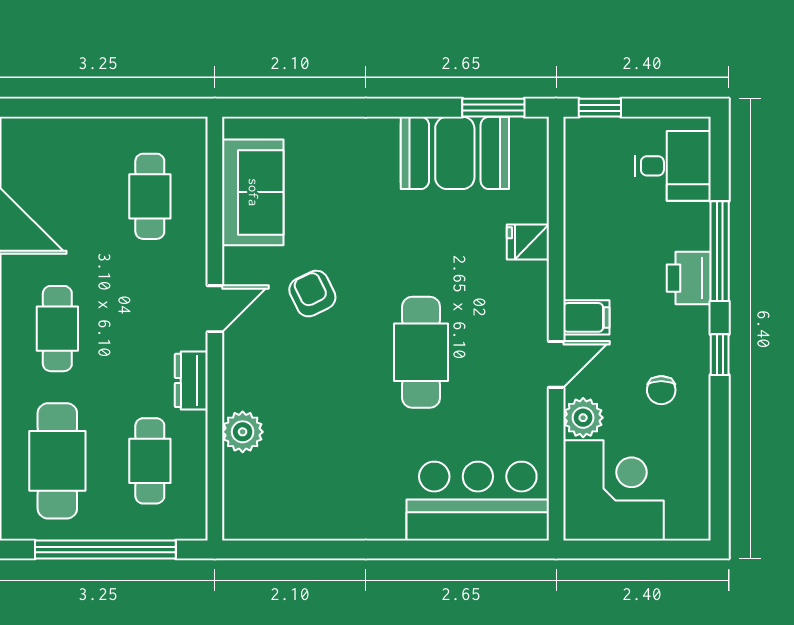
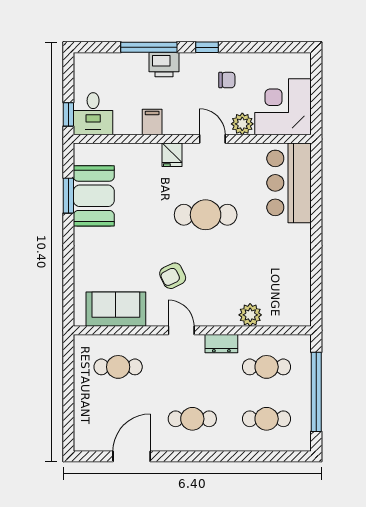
window: (493, 108) -> (68, 196), moved
desk: (673, 166) -> (93, 114), moved, turned 180
fridge: (528, 242) -> (172, 155), moved
filing cabinet: (586, 317) -> (152, 122), moved
cafe table: (57, 461) -> (267, 419), width x0.73, depth x0.74

